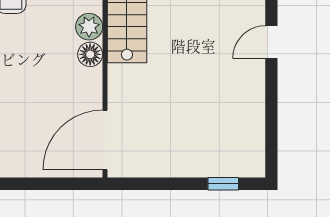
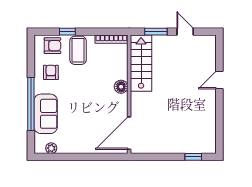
plant: (89, 27) -> (120, 72), removed

